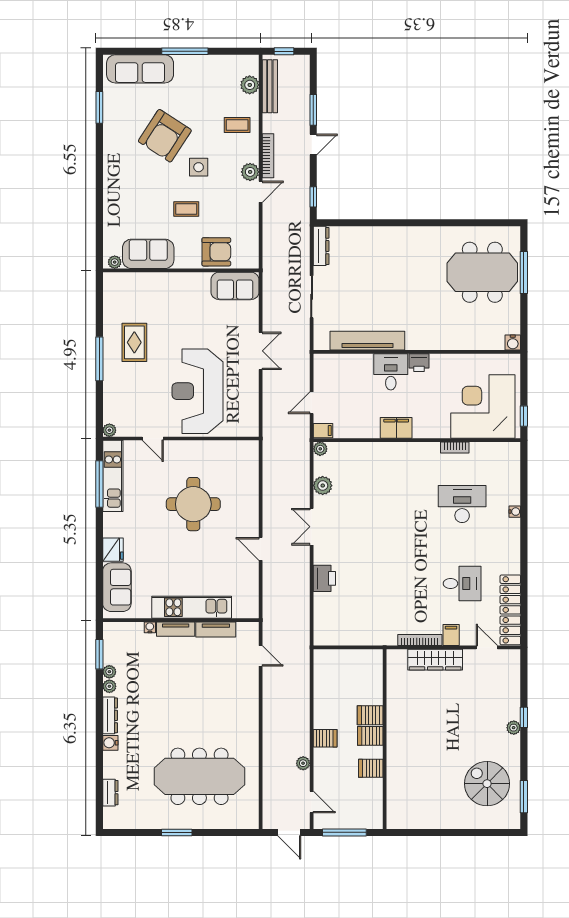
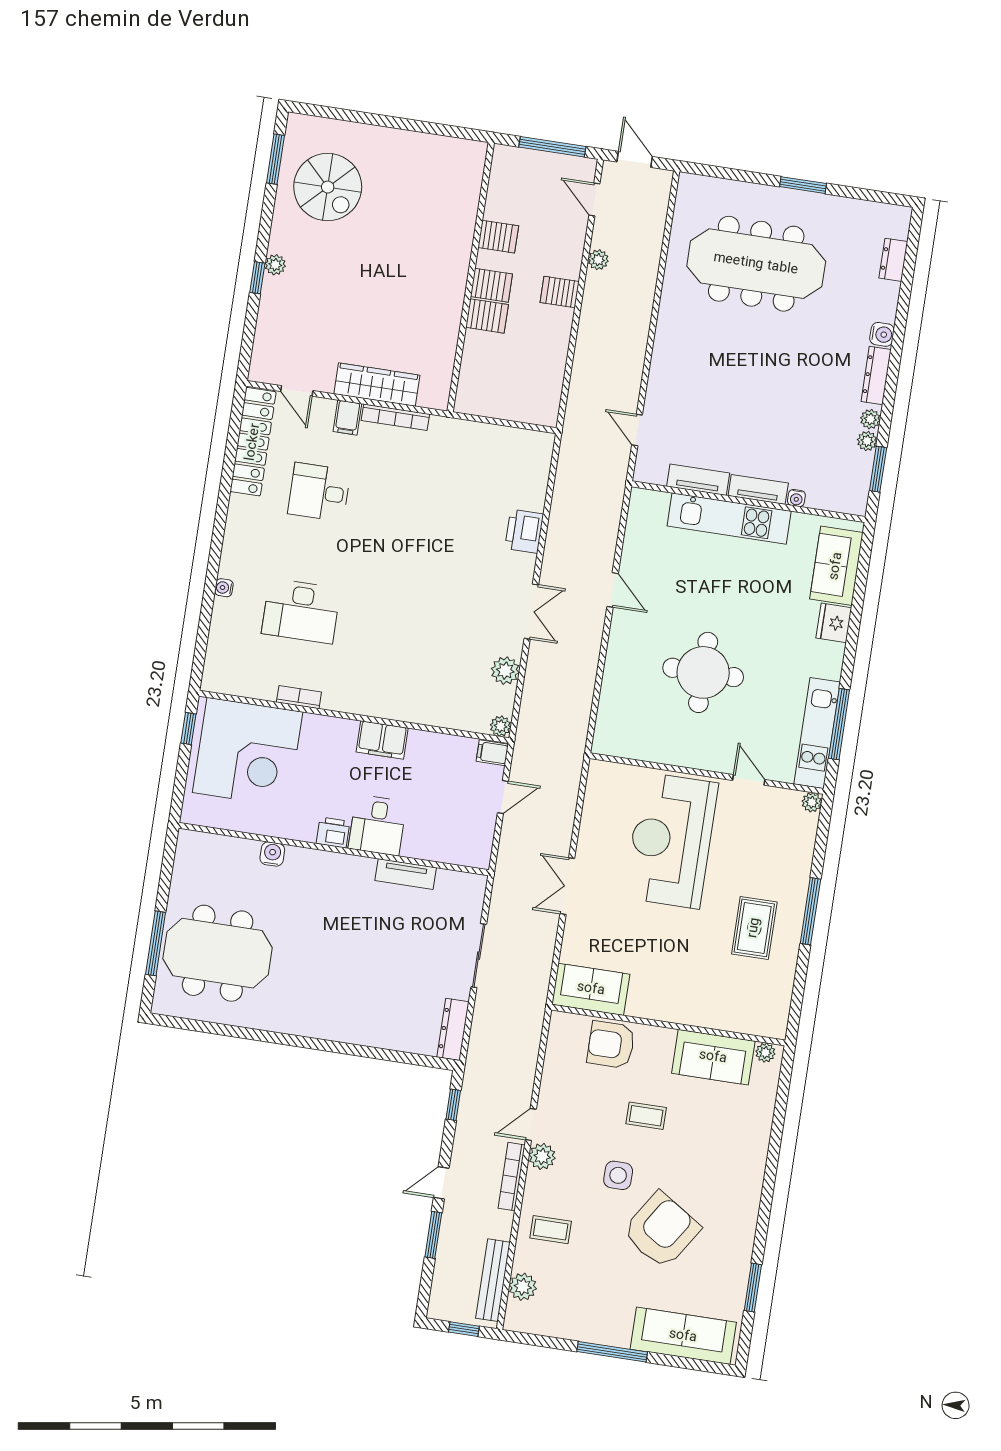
tv unit: (367, 341) -> (406, 874), width x0.52, depth x0.78
water cooler: (513, 343) -> (272, 854), moved
reception desk: (197, 391) -> (671, 840), turned 180

